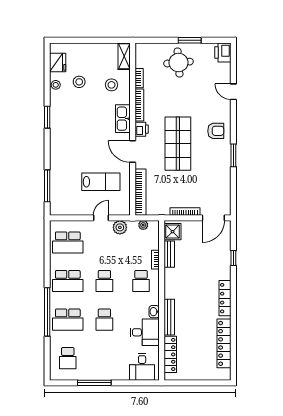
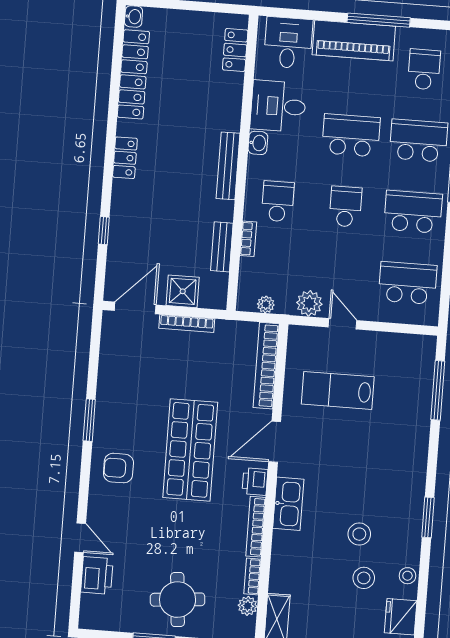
printer: (223, 52) -> (97, 575), moved
plant: (141, 62) -> (248, 606), added
stool: (111, 85) -> (359, 534), moved
door: (133, 151) -> (275, 442), swing flipped
door: (101, 218) -> (343, 324), swing flipped
shower: (173, 232) -> (183, 291), moved
locker: (225, 298) -> (125, 158), width x0.66
bench: (169, 317) -> (228, 166), moved
school desk: (104, 320) -> (351, 135), width x1.85
locker: (170, 354) -> (235, 50), width x0.66
piano: (107, 371) -> (354, 40), added
washbasin: (226, 375) -> (134, 17), added

